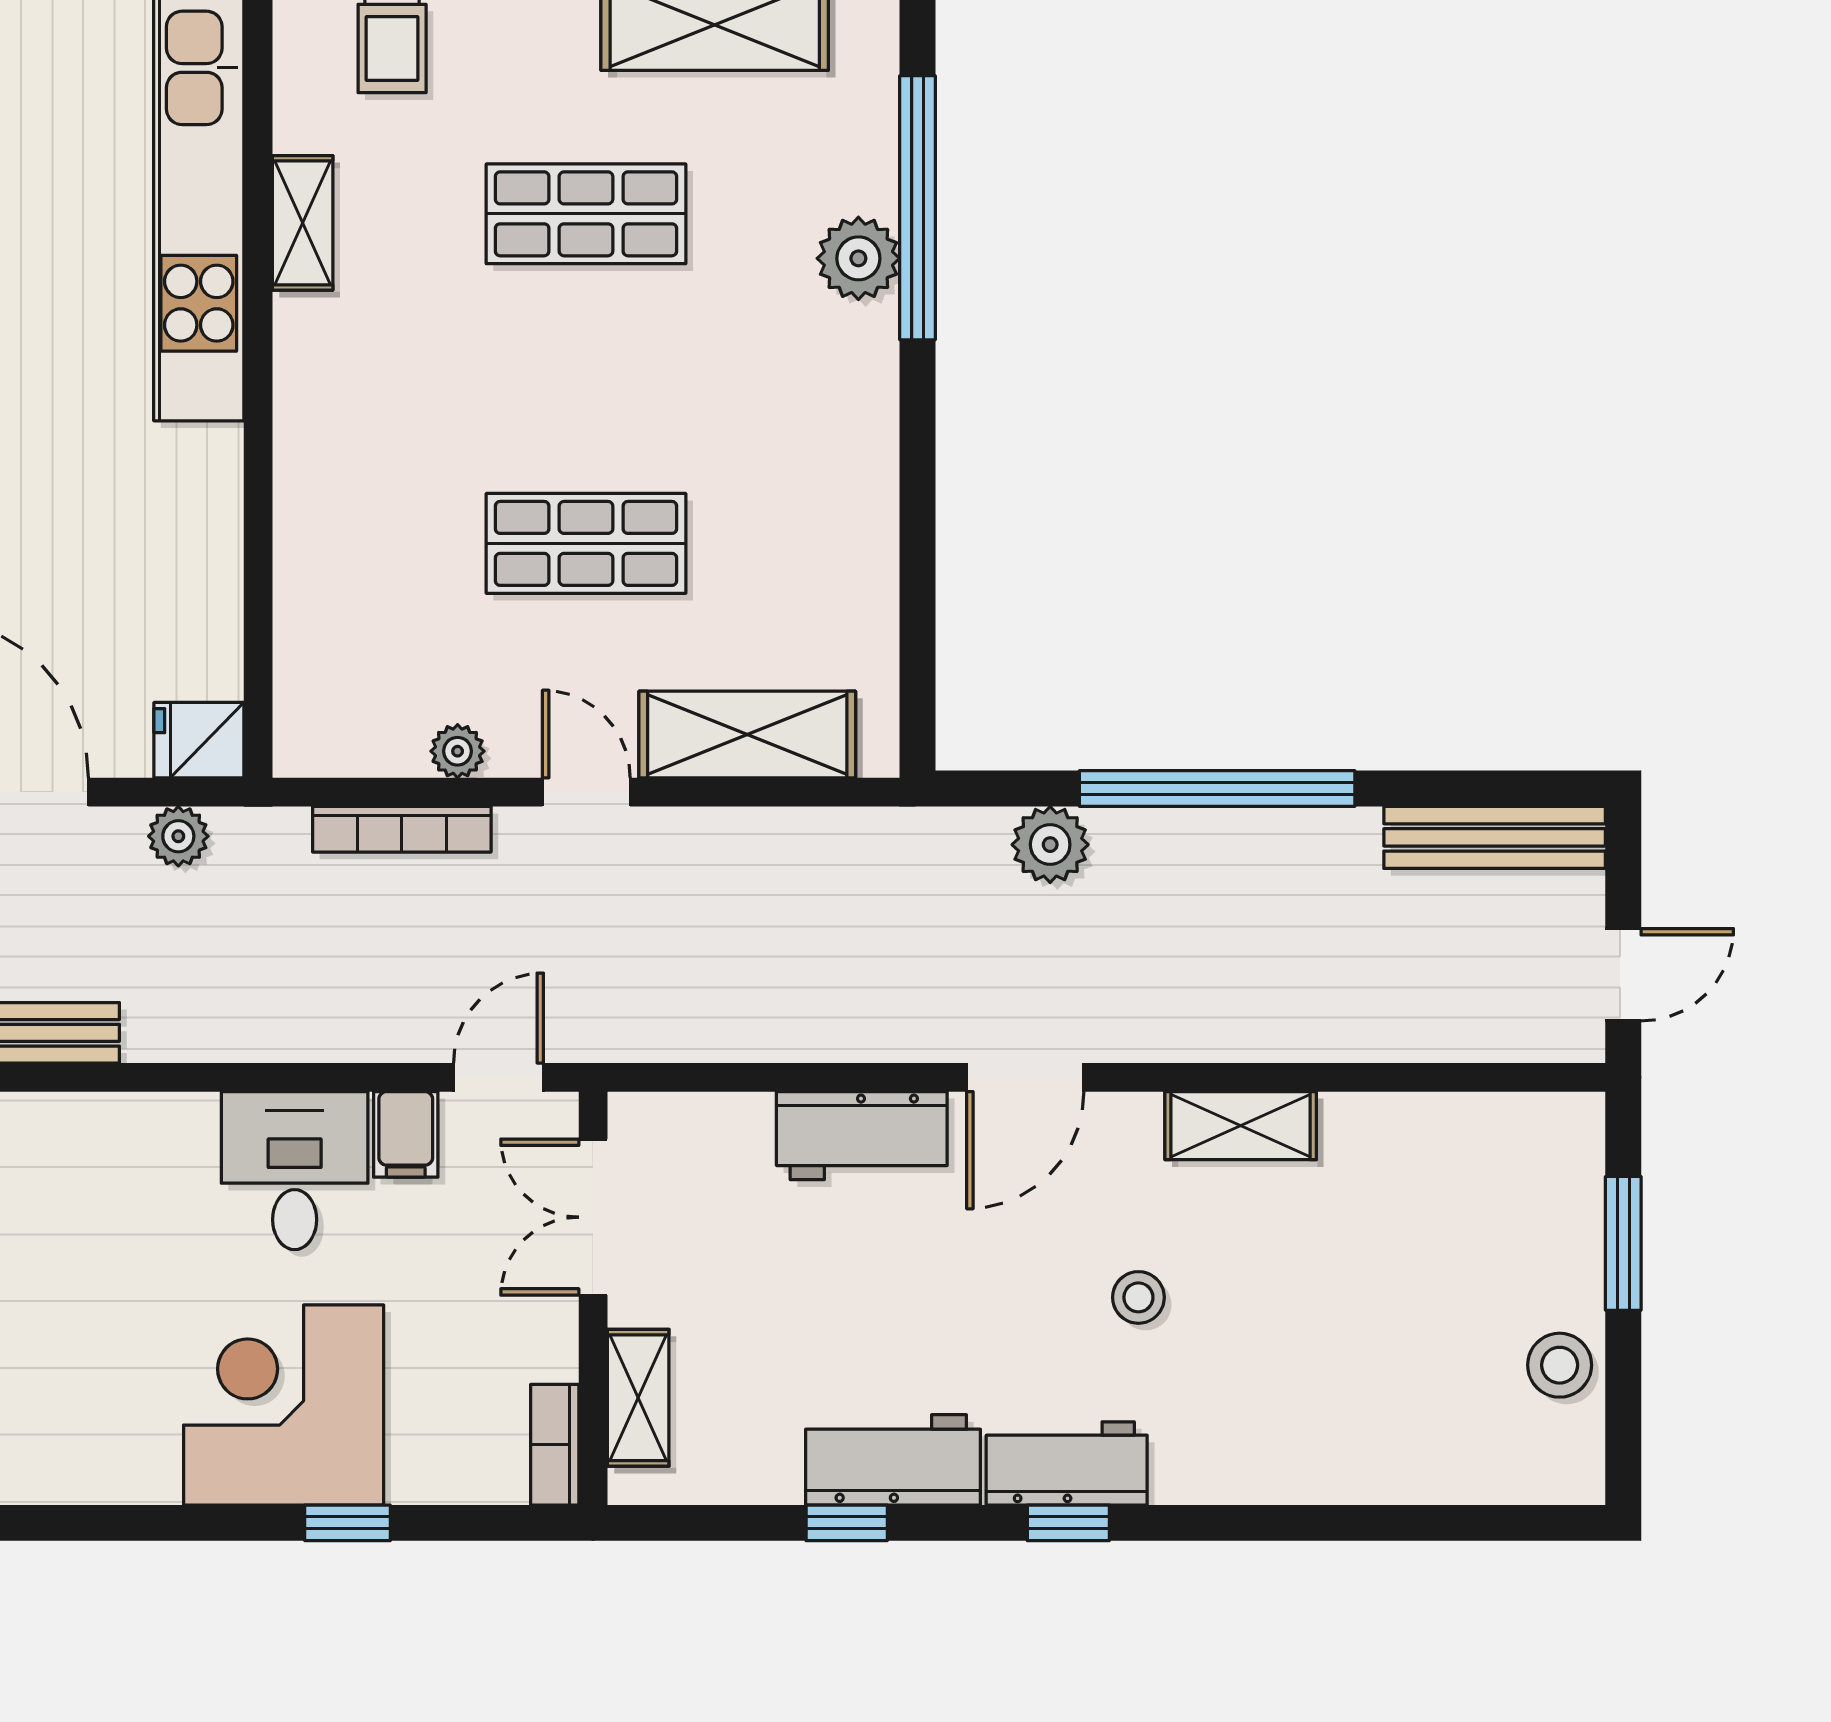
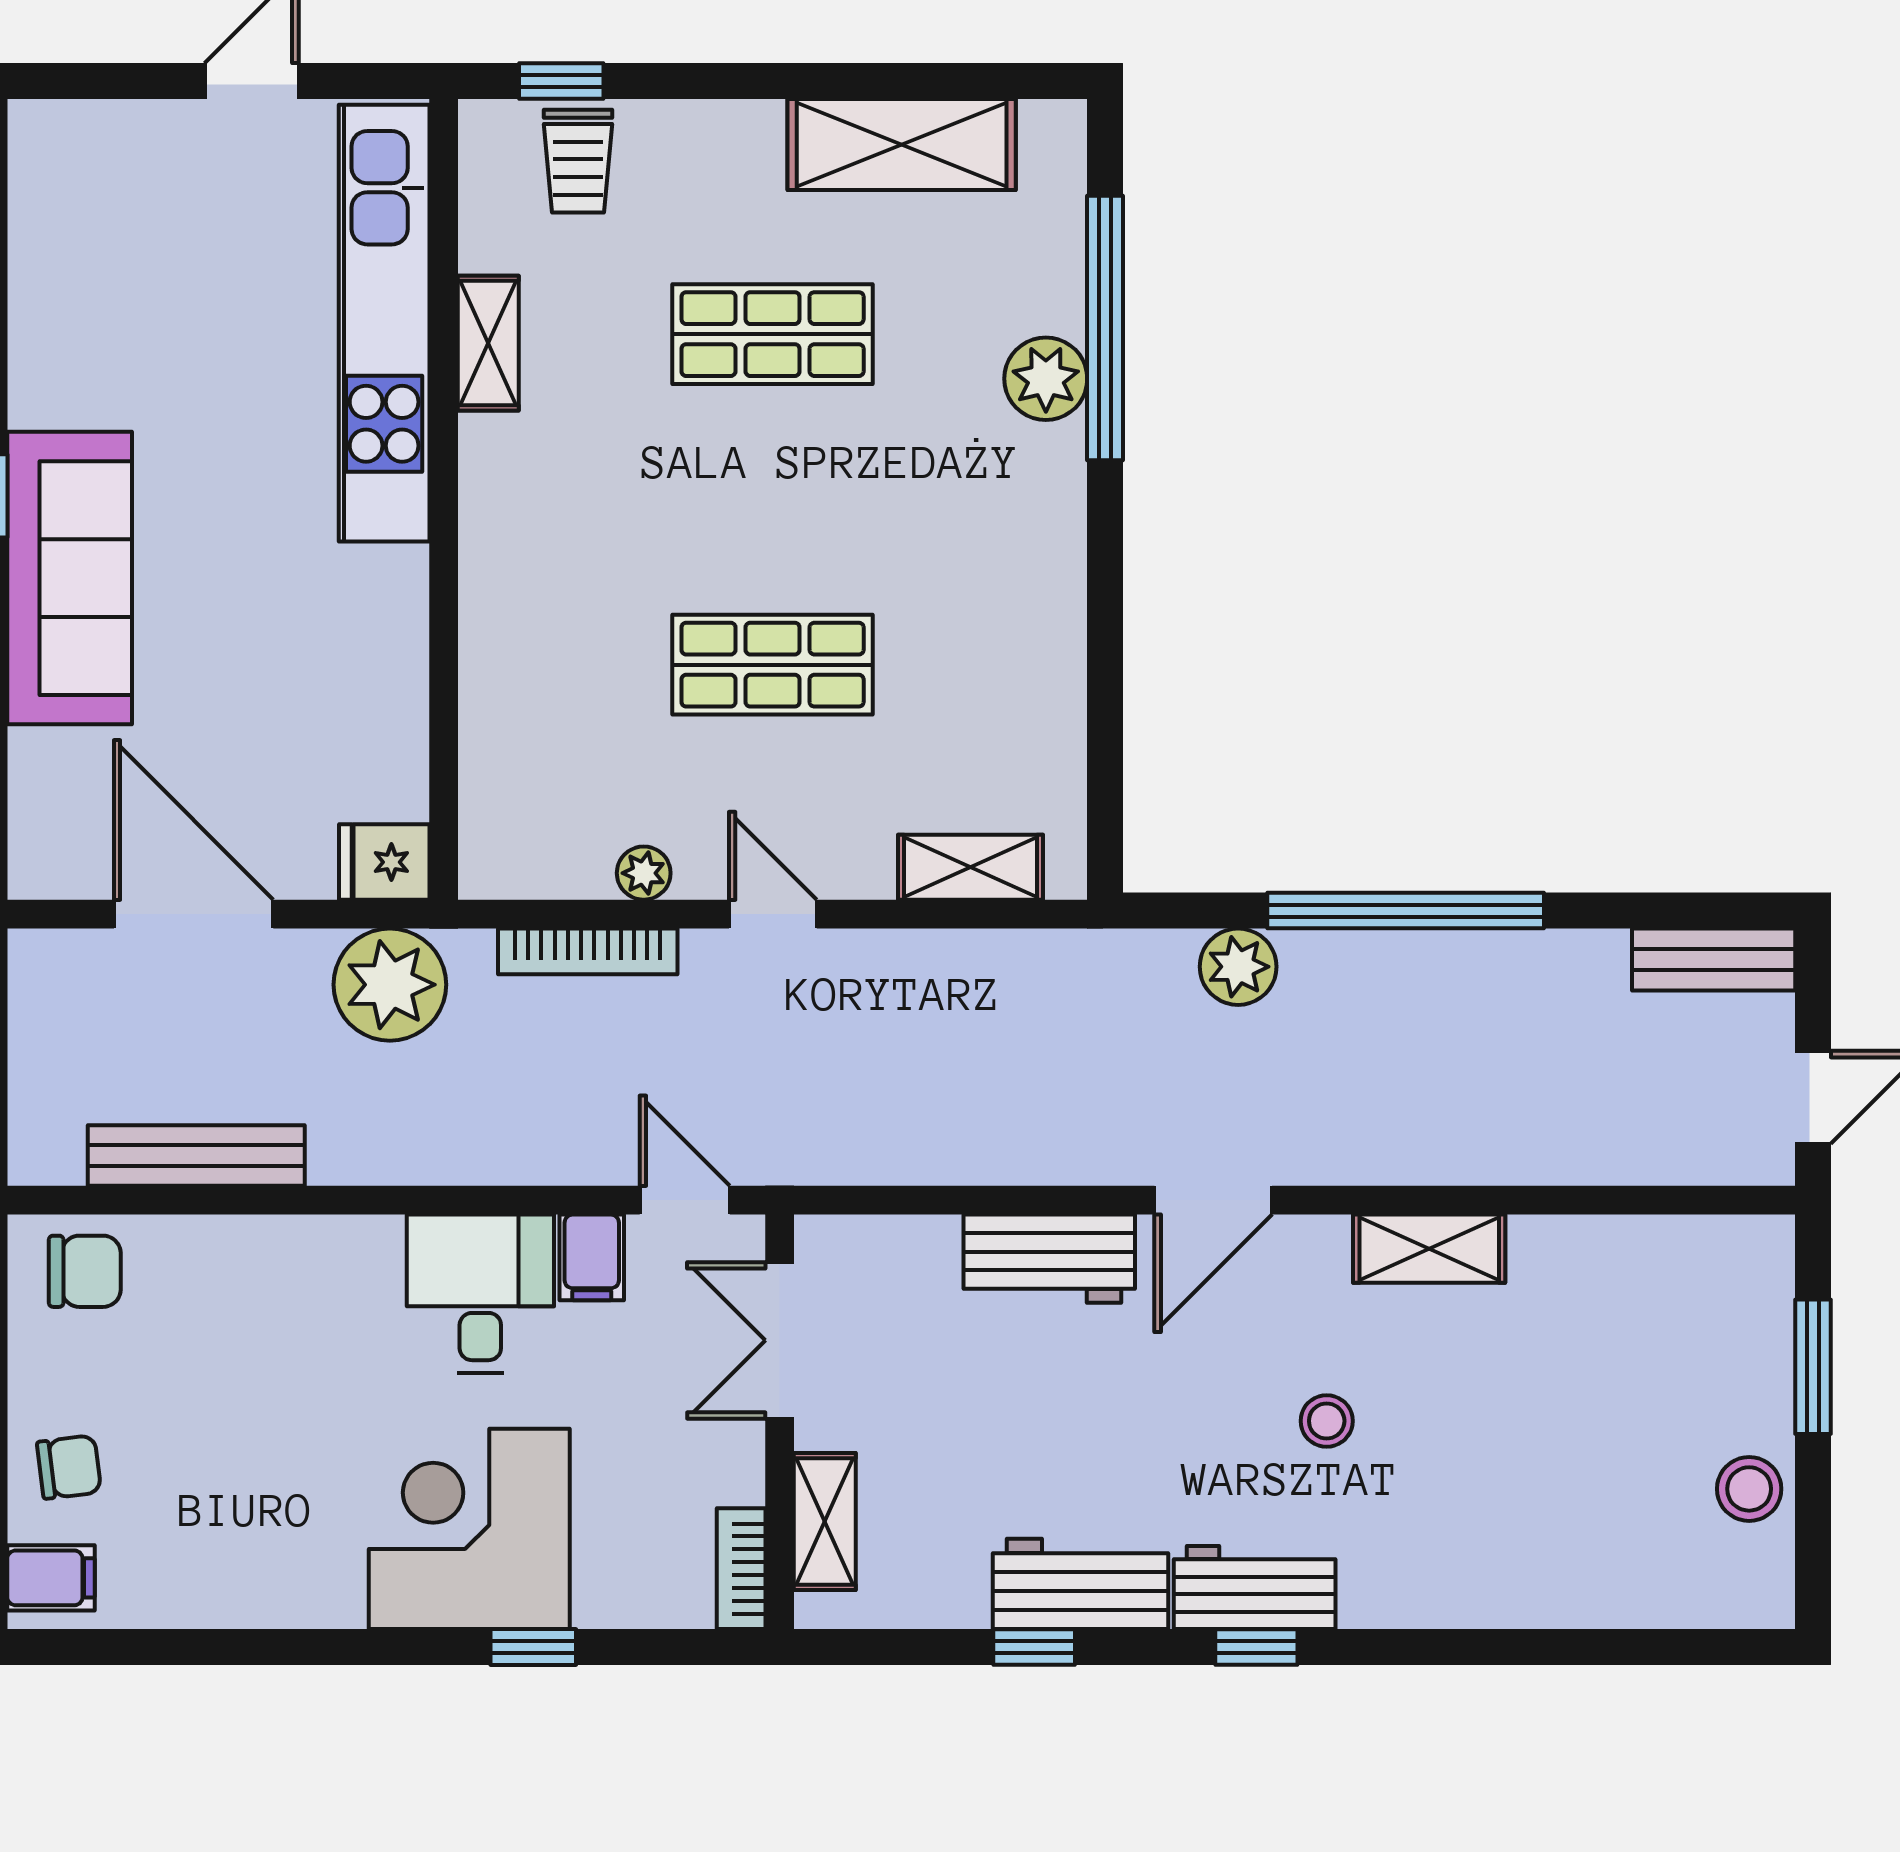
shelving: (747, 735) -> (970, 867), width x0.67, depth x0.75
plant: (178, 836) -> (390, 985), width x1.87, depth x1.87
bench: (1495, 837) -> (1714, 960), width x0.73
door: (498, 1077) -> (685, 1200), hinge flipped

